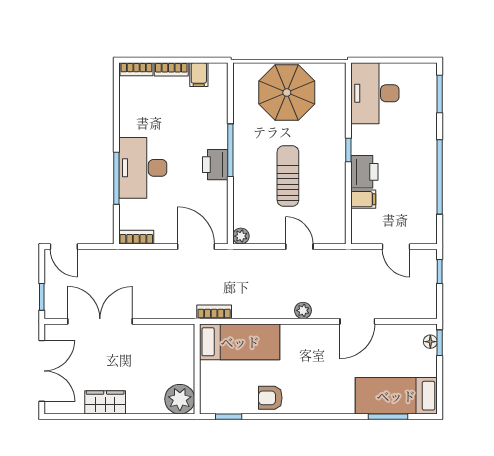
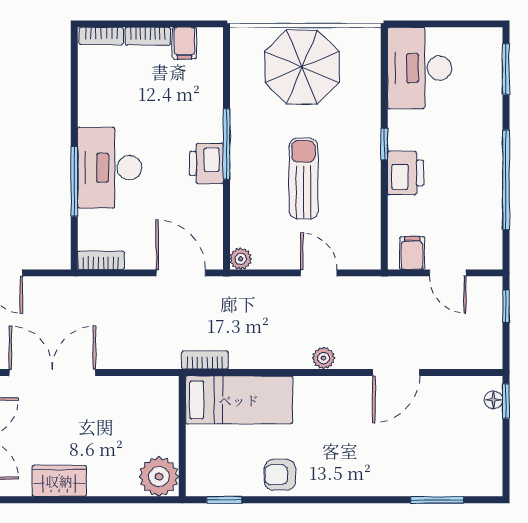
filing cabinet: (363, 199) -> (412, 253), moved, turned -90
bed: (396, 396) -> (448, 472), removed

